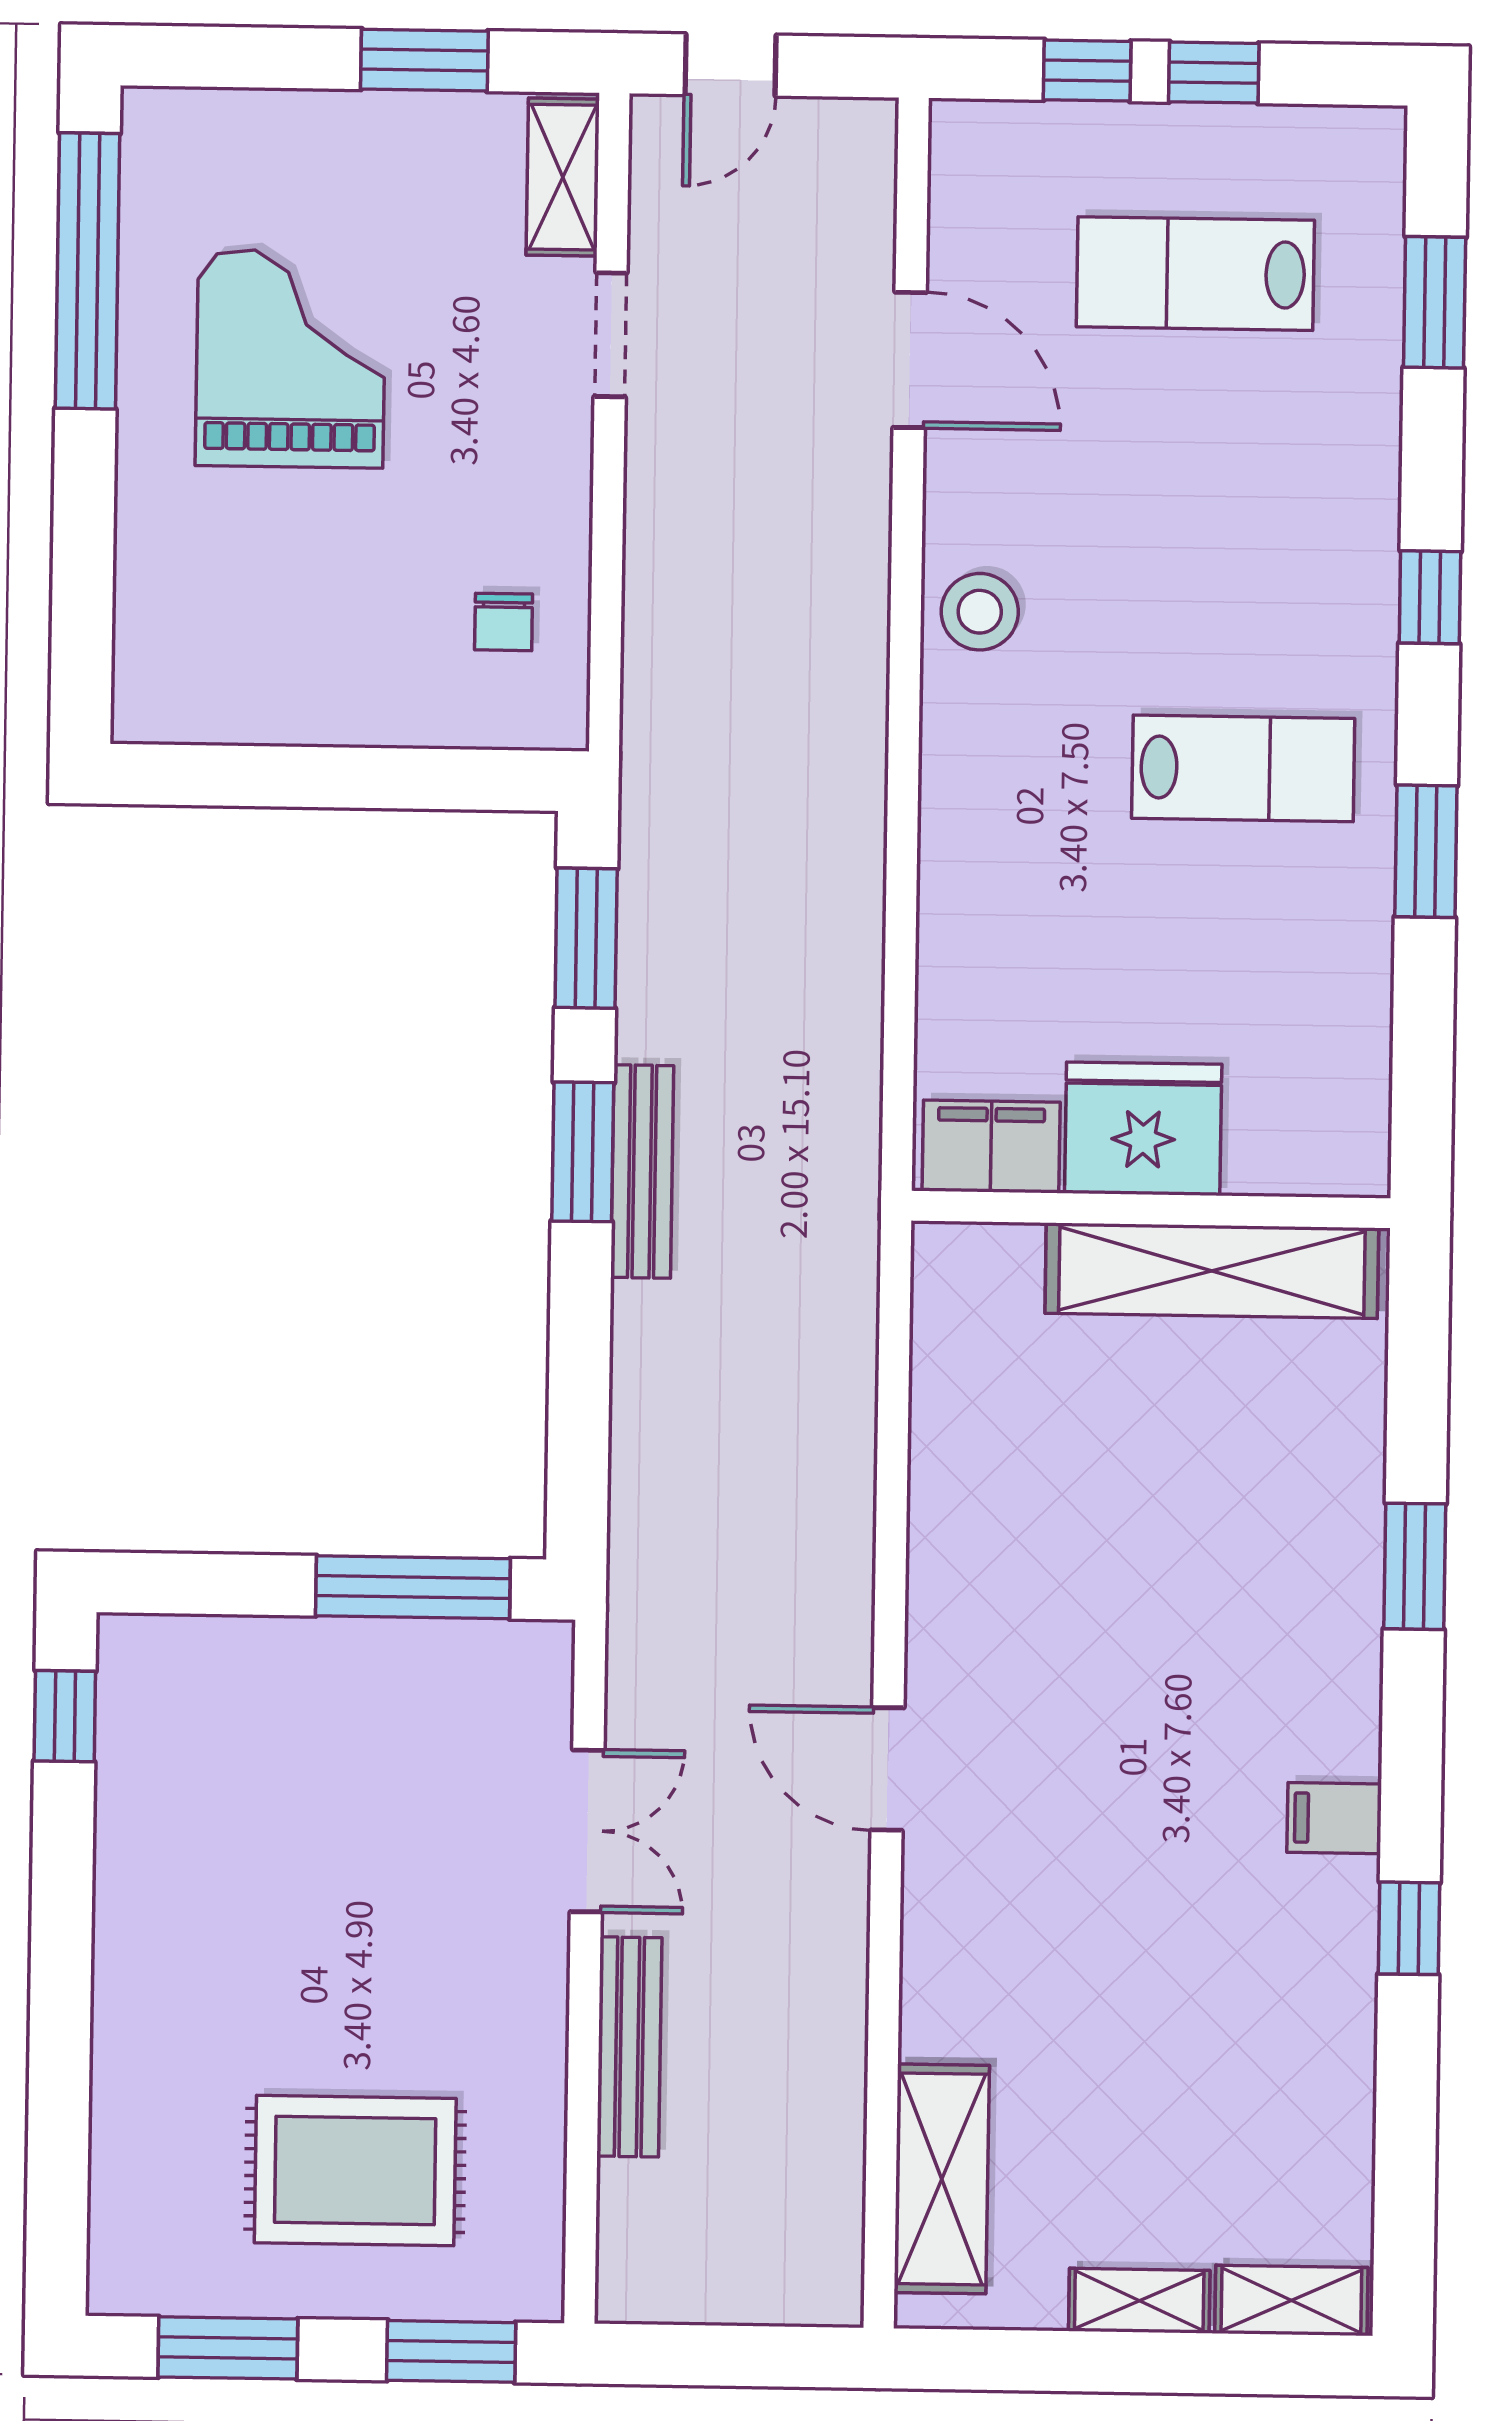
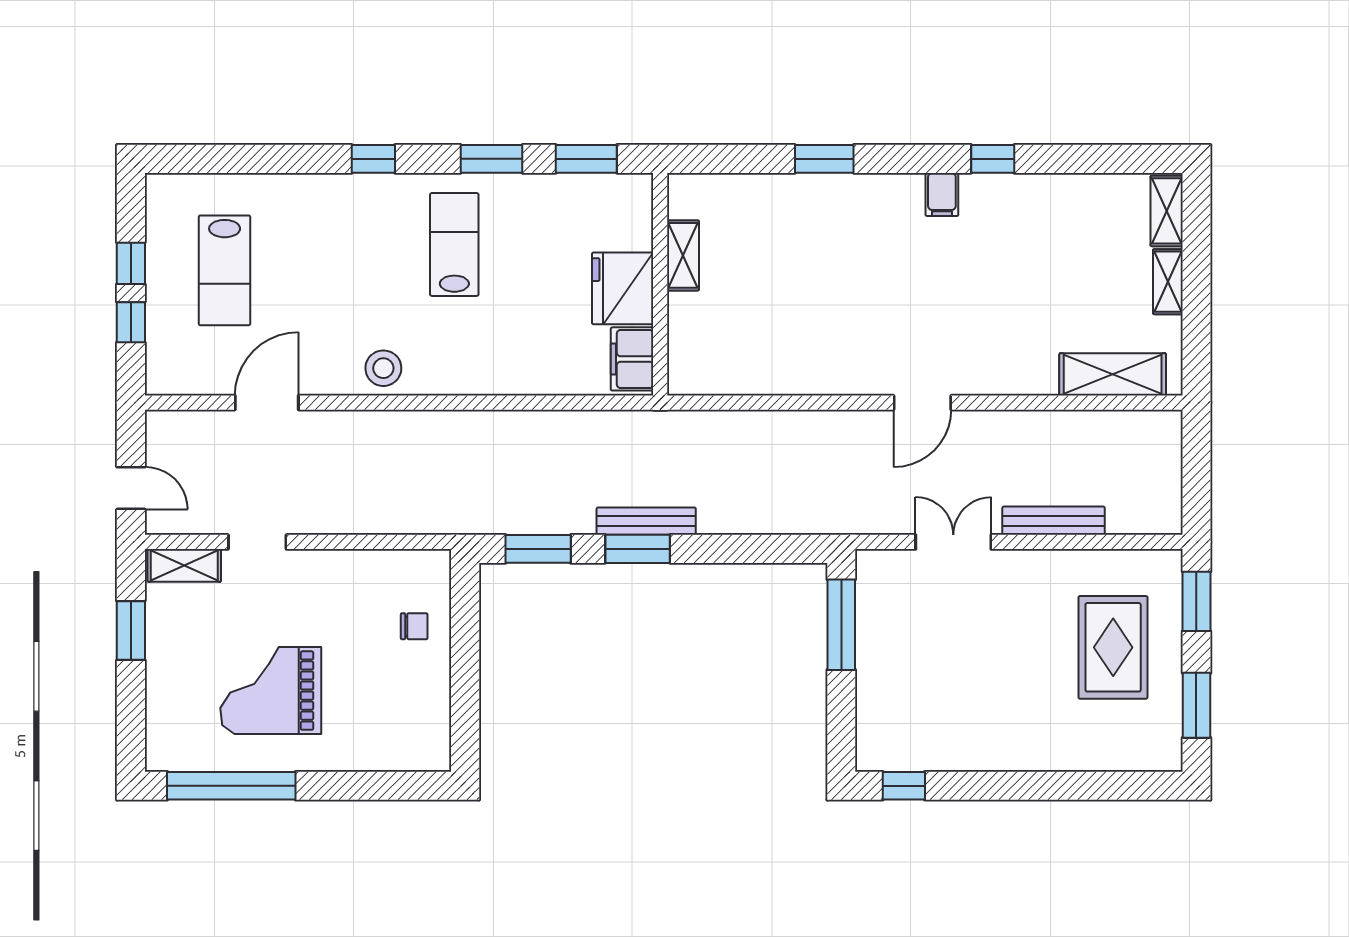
window: (1435, 302) -> (586, 159), moved
chair: (504, 622) -> (414, 626), moved
shelving: (1212, 1271) -> (683, 255), width x0.45, depth x0.75

